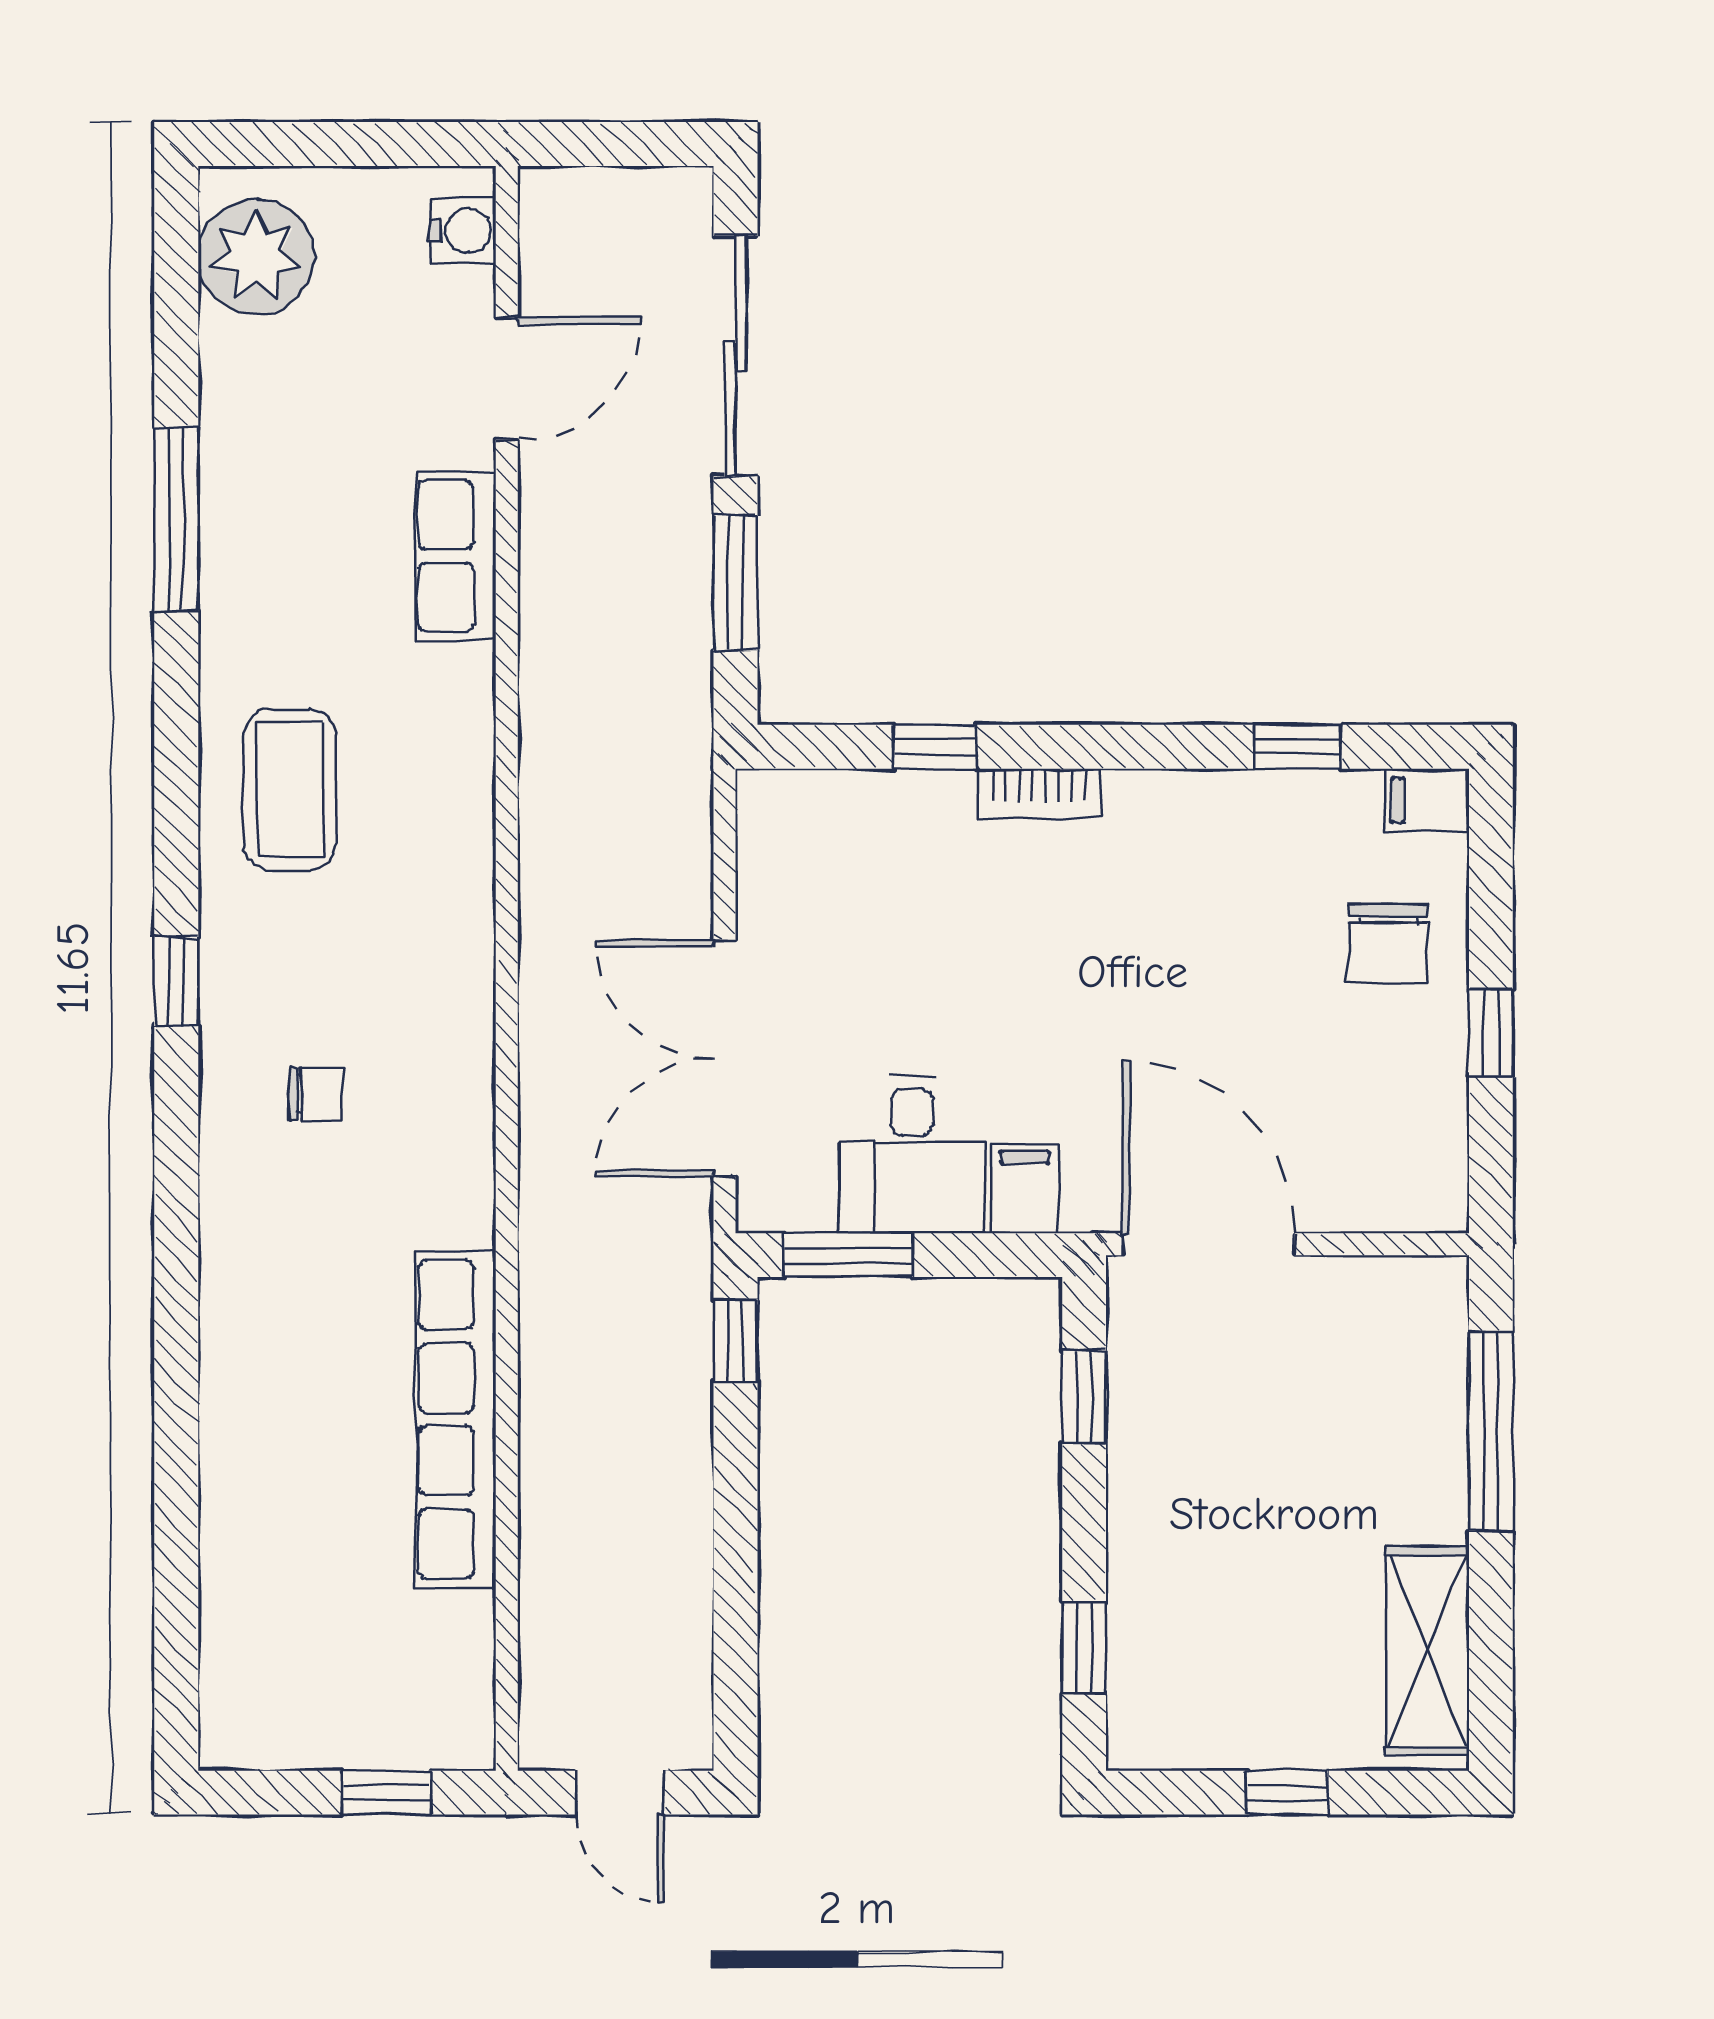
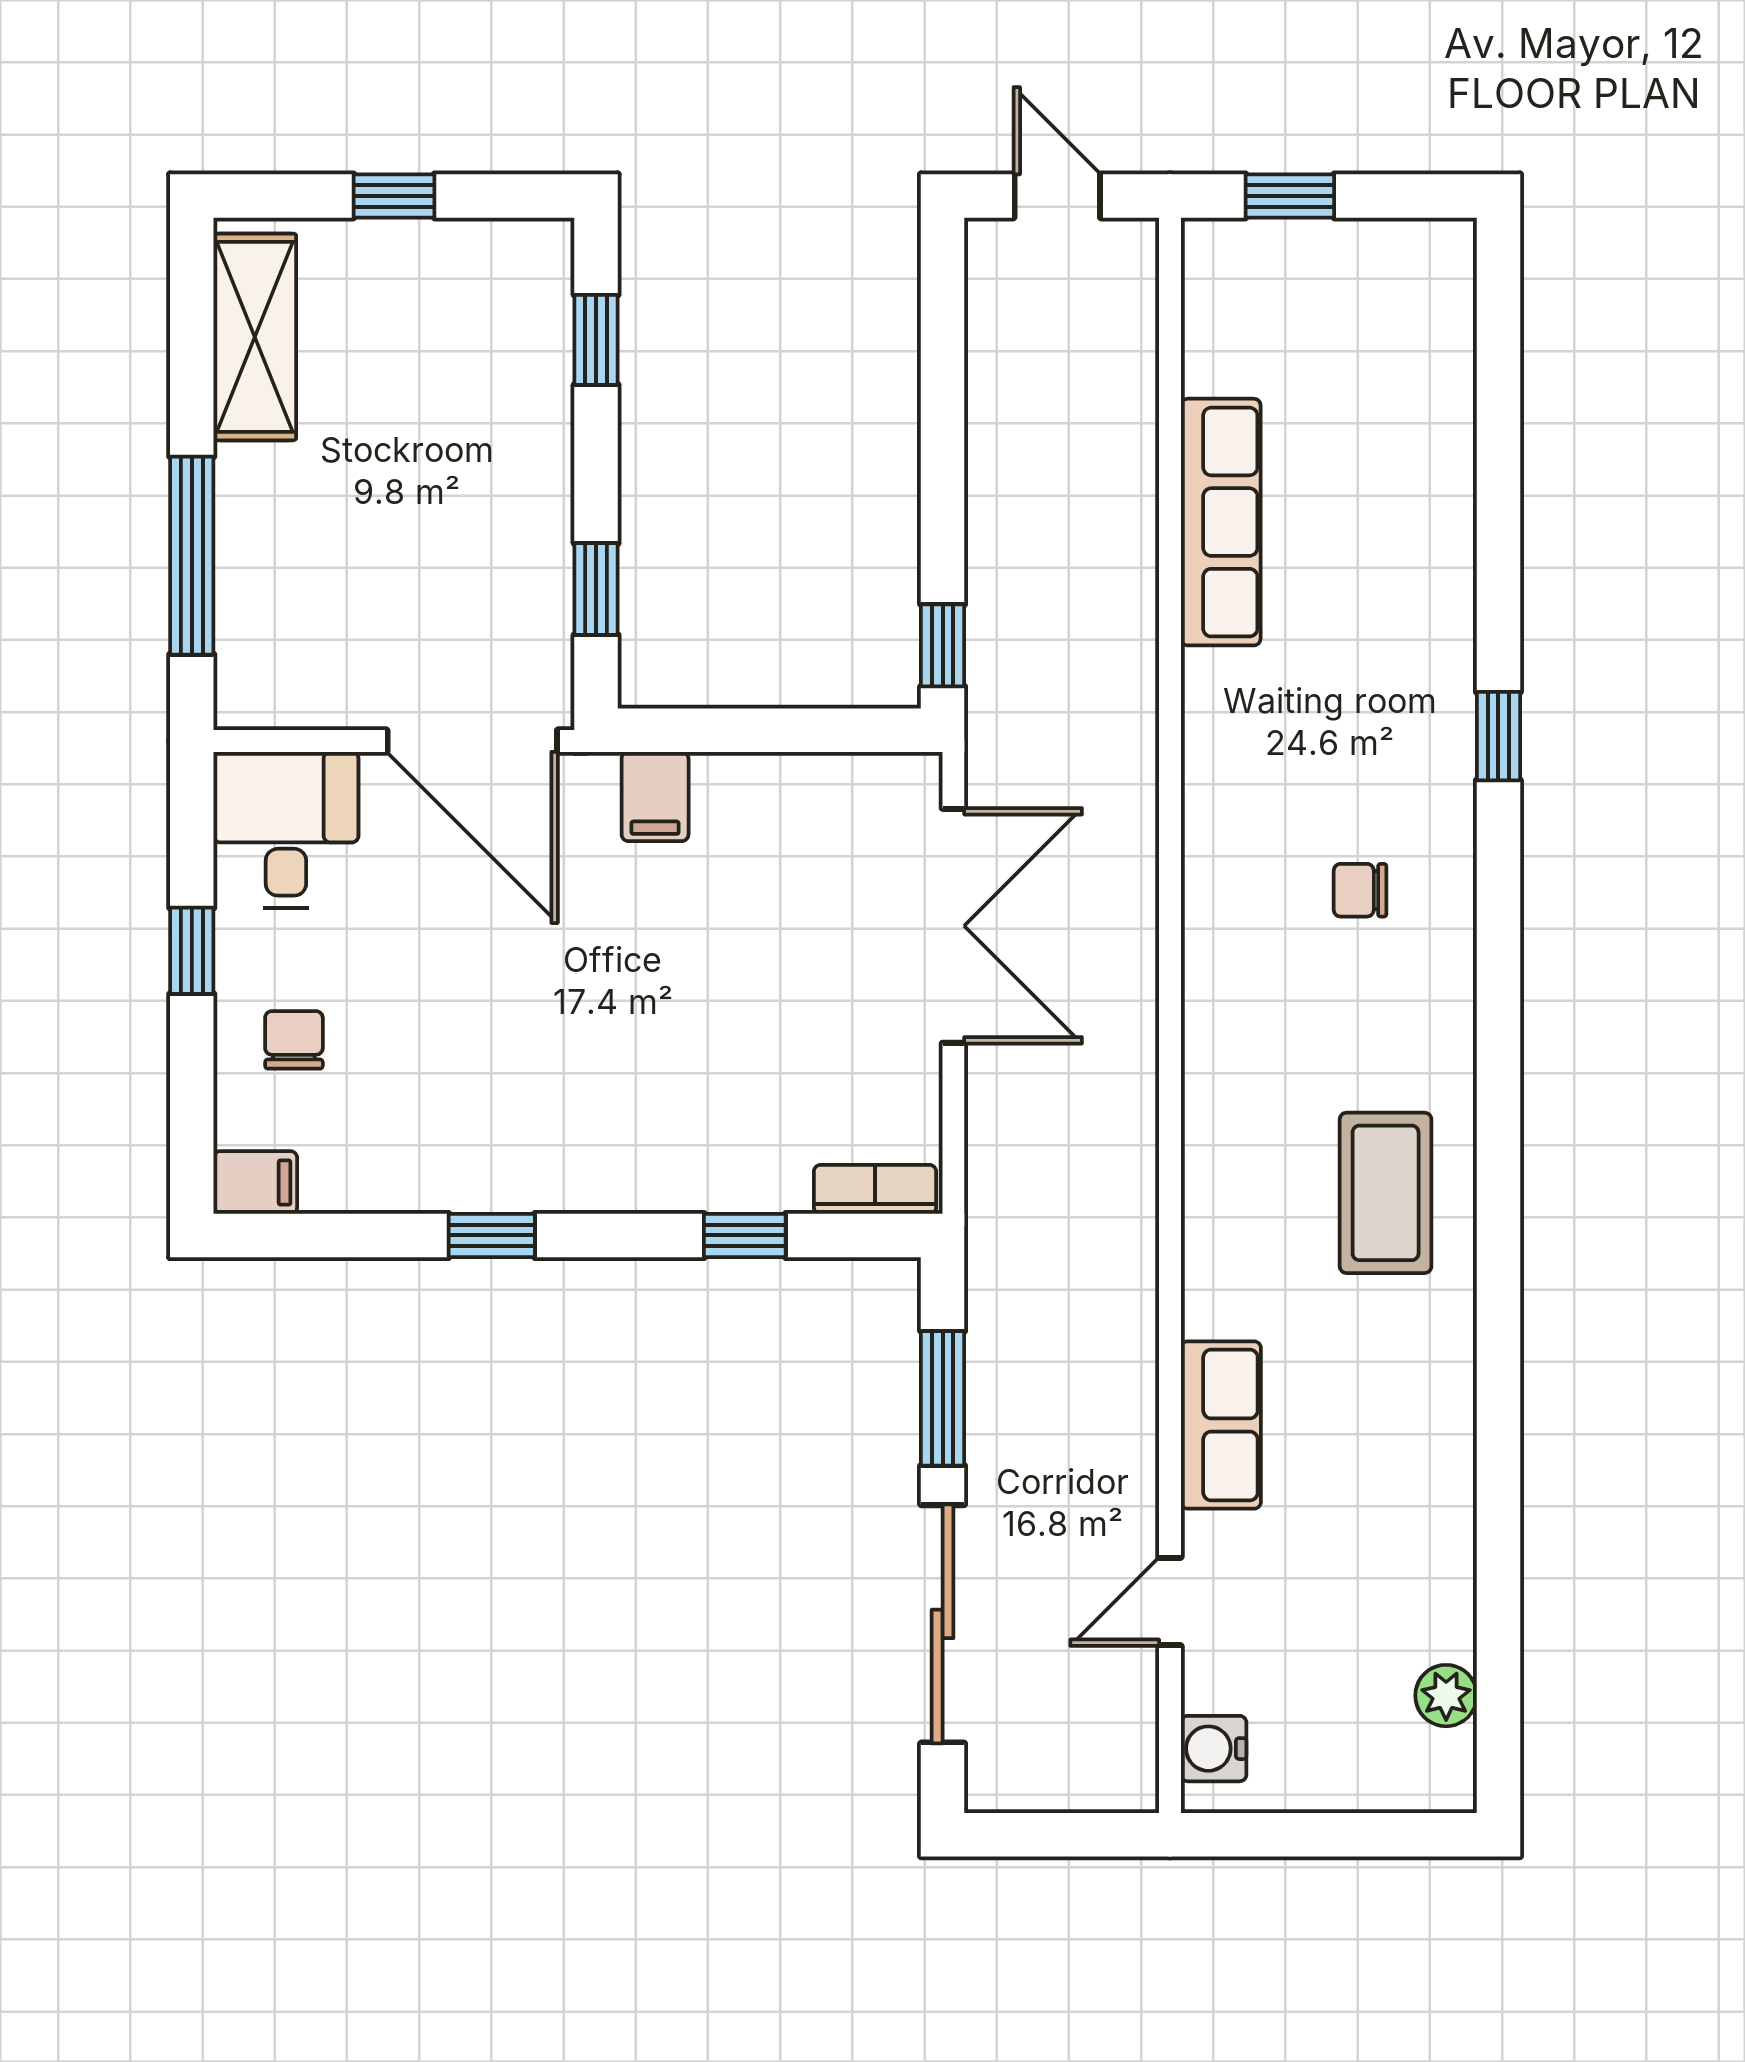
plant: (256, 257) -> (1446, 1696), width x0.53, depth x0.53
door: (507, 379) -> (1170, 1602), width x0.73
window: (176, 519) -> (1498, 1462), removed
window: (1297, 747) -> (492, 1235), moved
bookcase: (1039, 793) -> (875, 1189), moved
chair: (1388, 944) -> (294, 1040), width x0.73, depth x0.73
window: (176, 981) -> (1498, 736), moved
desk: (912, 1155) -> (286, 830), moved
window: (848, 1255) -> (831, 730), removed
row of seats: (456, 1419) -> (1221, 522), width x0.73

